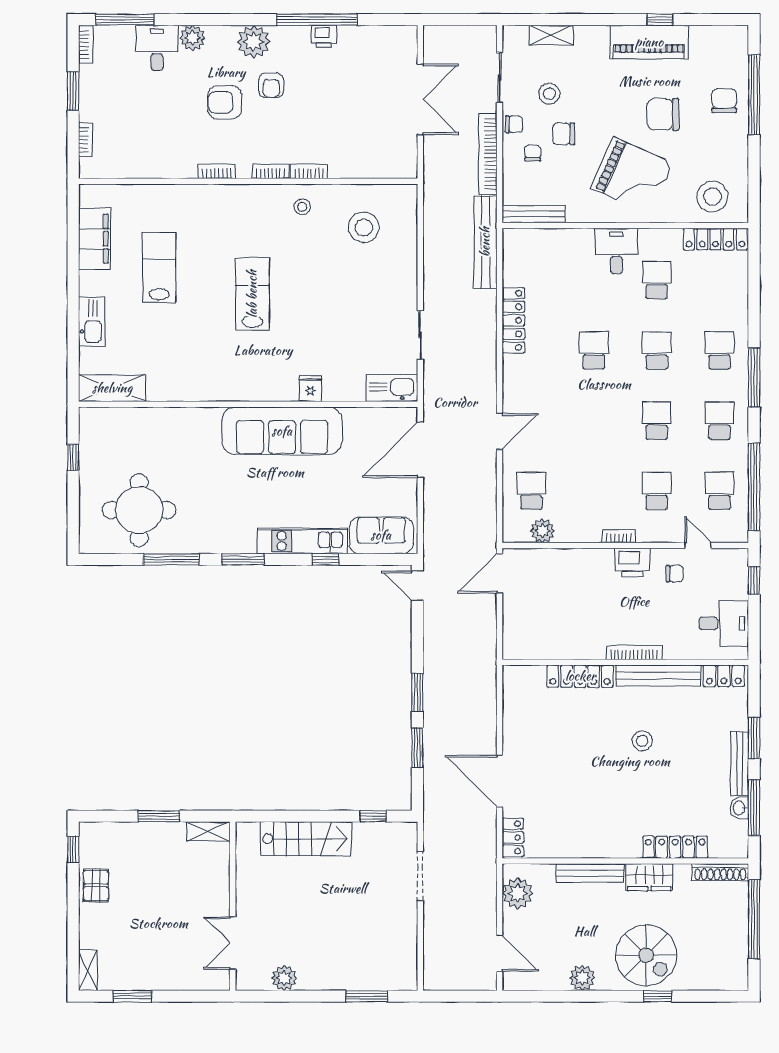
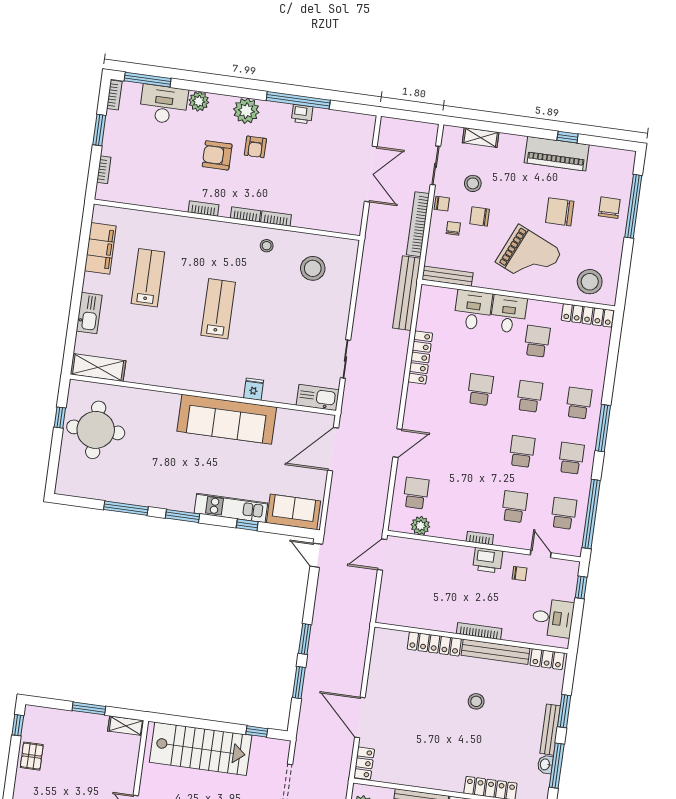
desk: (157, 48) -> (164, 104), width x1.37
desk: (571, 252) -> (473, 310), added
round table: (139, 510) -> (96, 430), moved
stairs: (306, 839) -> (201, 749), width x1.36, depth x1.51

